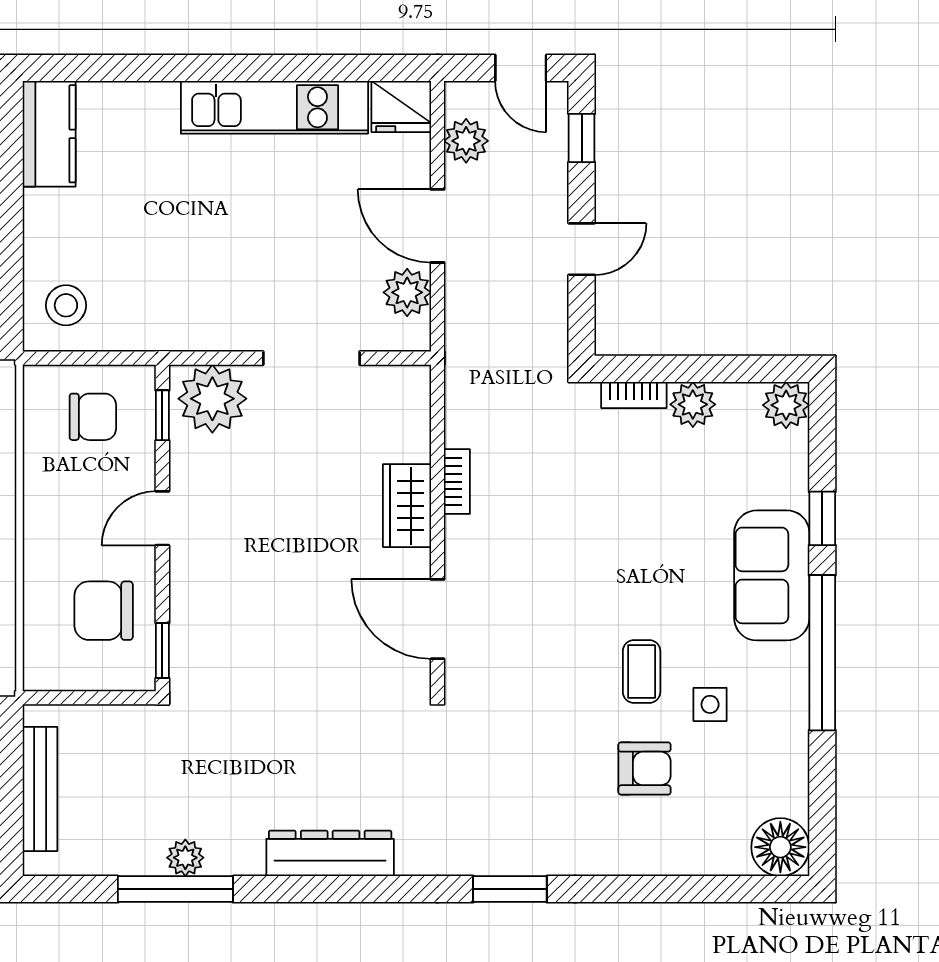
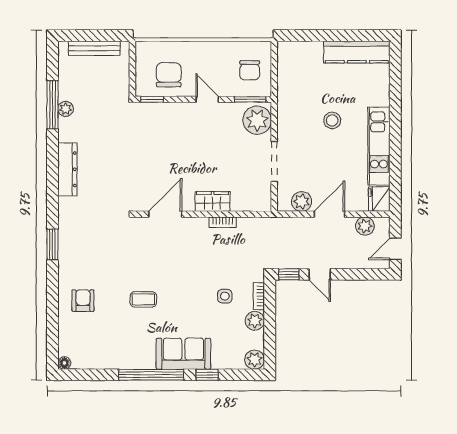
kitchen counter: (49, 134) -> (357, 52), width x1.50
window: (582, 138) -> (289, 274), moved
stool: (66, 305) -> (332, 120), moved
window: (162, 415) -> (250, 99), width x1.50
side table: (710, 704) -> (225, 296), moved
armchair: (644, 768) -> (83, 301), moved, turned 180
floor lamp: (780, 847) -> (64, 363), width x0.53, depth x0.53

